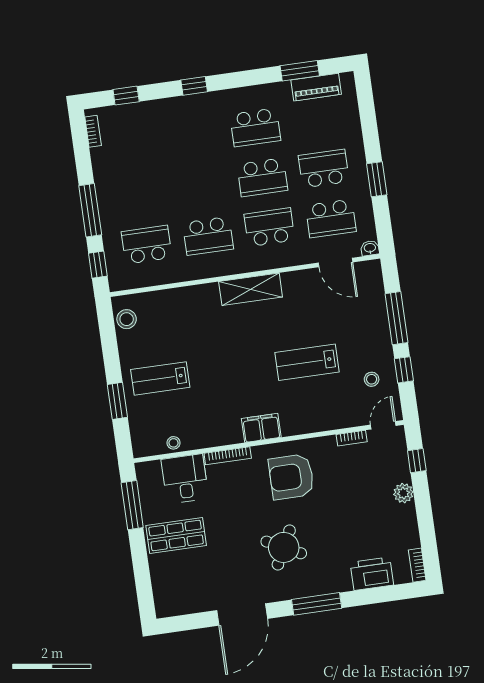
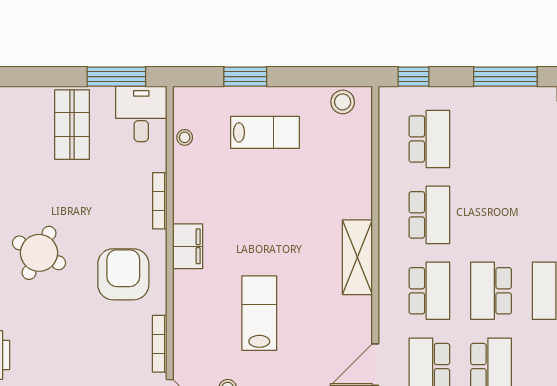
window: (90, 210) -> (505, 77), moved
school desk: (208, 236) -> (429, 215), turned 180
lab bench: (160, 378) -> (265, 132), turned 90
bookcase: (352, 438) -> (160, 344), width x1.56
desk: (185, 479) -> (141, 114), moved, turned -90

